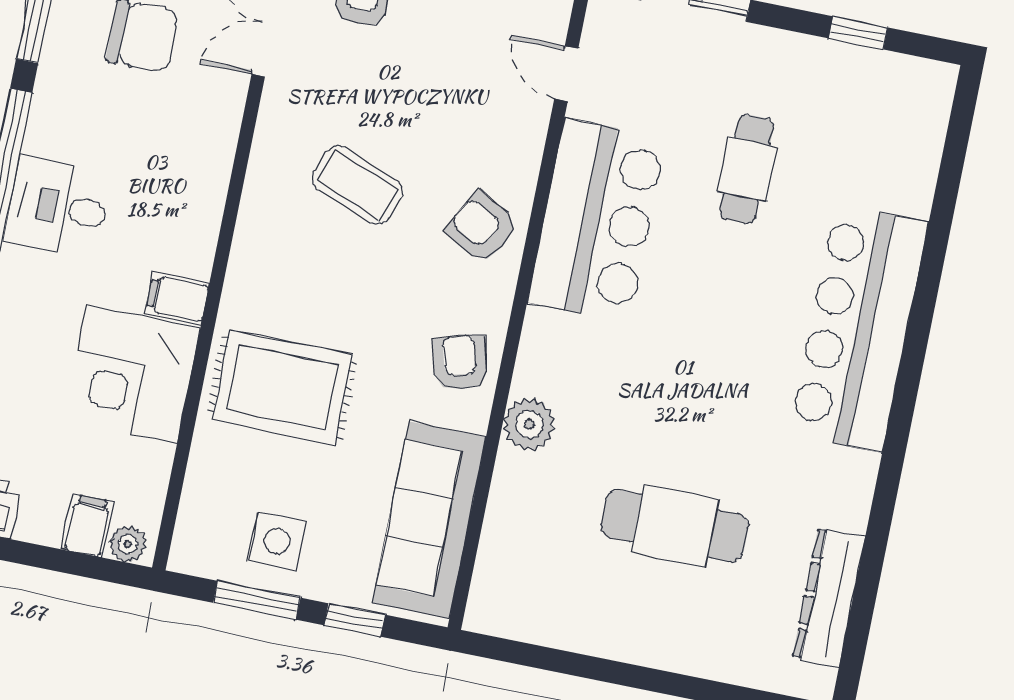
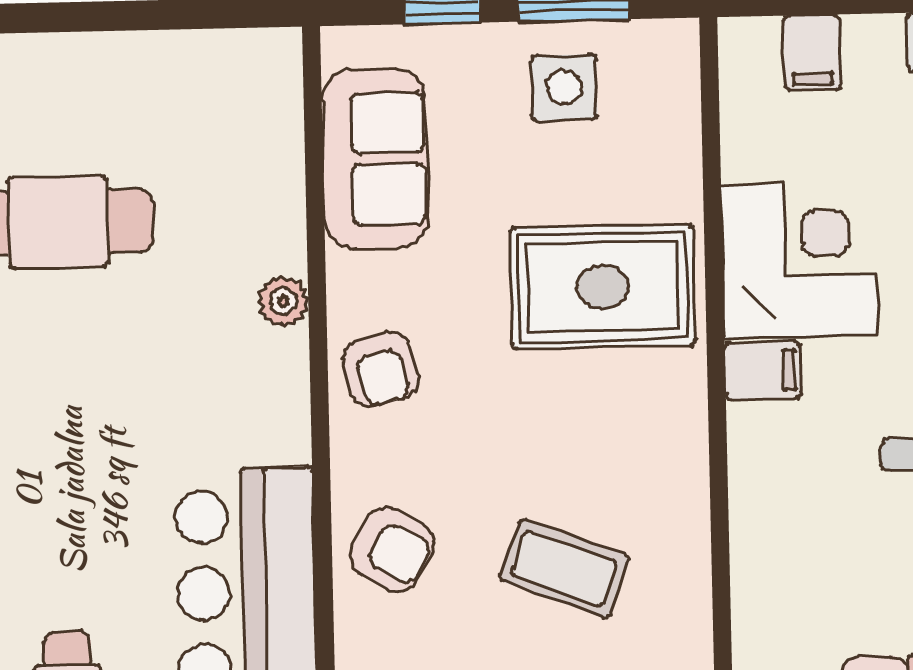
plant: (529, 424) -> (283, 301), width x0.73, depth x0.73
sofa: (429, 520) -> (375, 159), width x0.73
plant: (128, 544) -> (755, 40), removed

